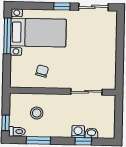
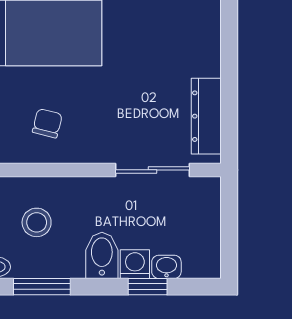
dresser: (110, 69) -> (206, 116), added
bidet: (64, 128) -> (102, 255), added

